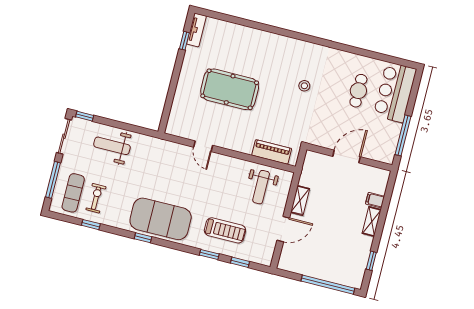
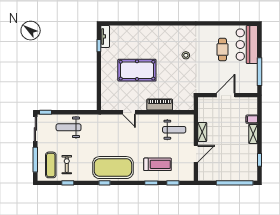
piano: (272, 152) -> (160, 105), moved
weight bench: (261, 187) -> (174, 130), turned -90

